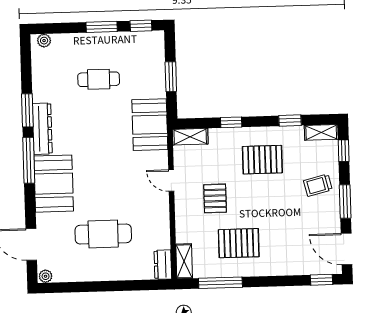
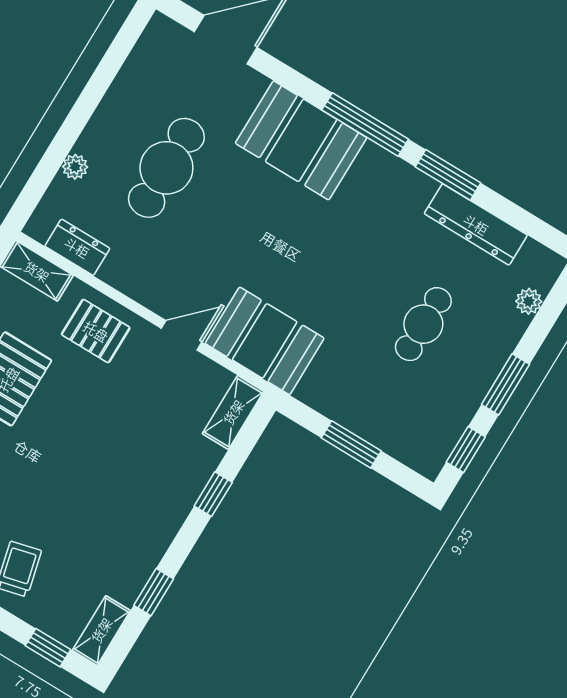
plant: (44, 41) -> (529, 301), moved
booth: (150, 125) -> (265, 341), moved
dresser: (42, 129) -> (476, 224), moved
pallet: (262, 160) -> (119, 506), removed
pallet: (215, 198) -> (96, 331), moved
dresser: (163, 265) -> (77, 247), moved
plant: (46, 276) -> (75, 167), moved

